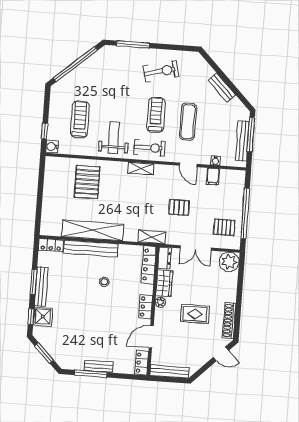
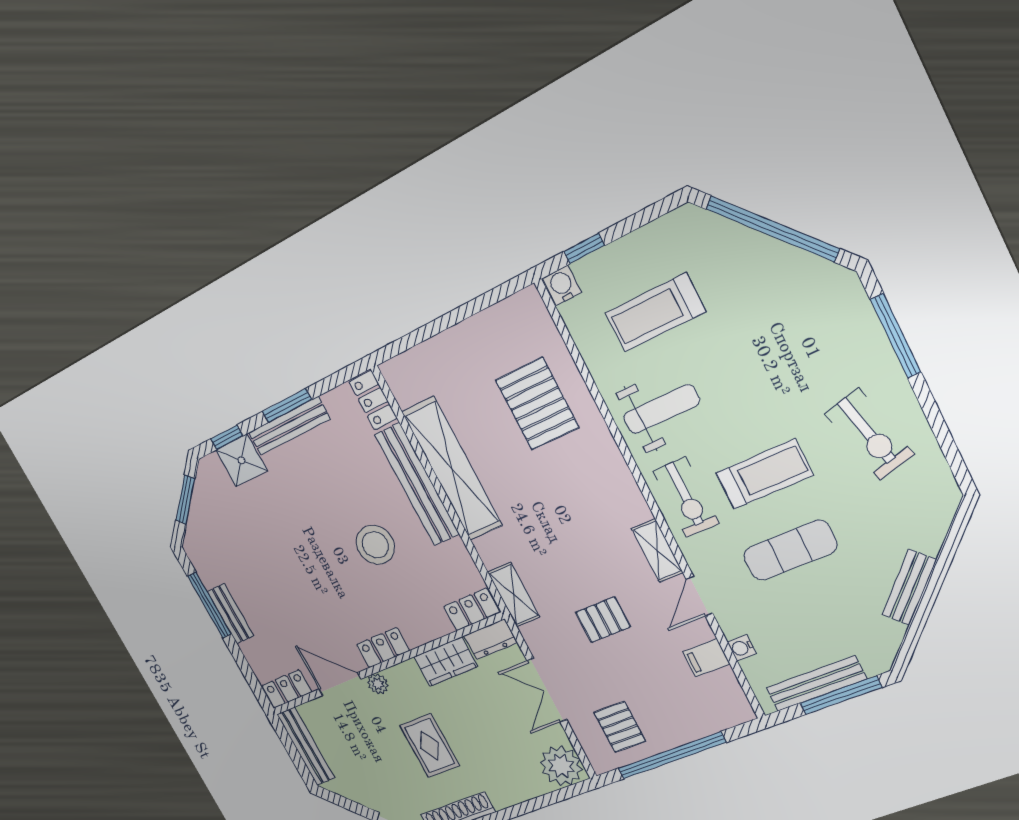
treadmill: (80, 119) -> (655, 312), turned 180
shelving: (141, 169) -> (657, 551), moved
pallet: (87, 182) -> (537, 404), turned 90
pallet: (179, 207) -> (603, 620), turned 90
locker: (149, 265) -> (472, 609), width x0.66
stool: (104, 282) -> (375, 545), width x1.89, depth x1.89
plant: (160, 302) -> (378, 684), moved

